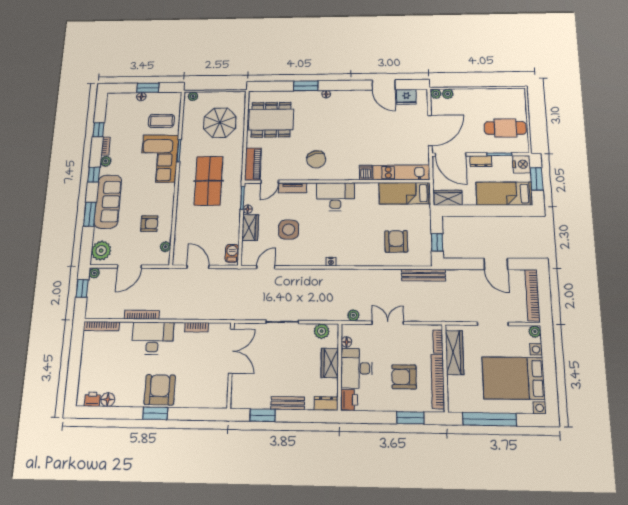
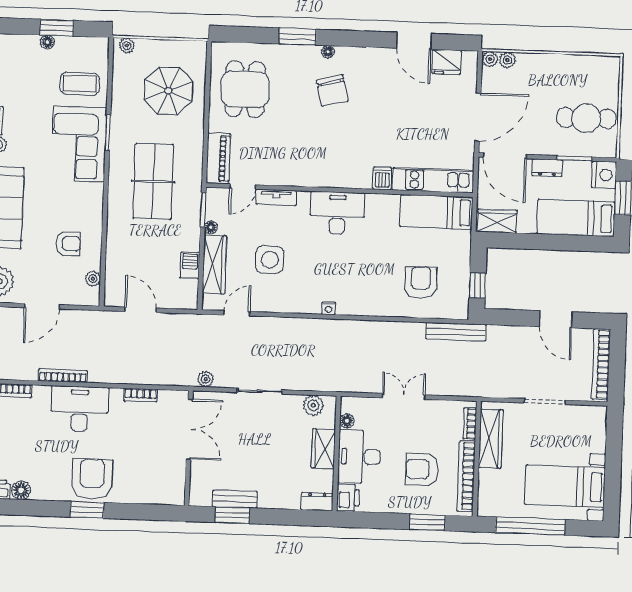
dining table: (271, 120) -> (245, 89), width x0.73
chair: (316, 159) -> (332, 91), moved
wardrobe: (250, 228) -> (214, 264), width x1.50
barbecue: (232, 253) -> (190, 265), moved
plant: (353, 315) -> (206, 379), moved
plant: (535, 332) -> (599, 414), removed
bed with nightstands: (513, 378) -> (565, 486), width x0.73
bench: (288, 403) -> (235, 499), moved

